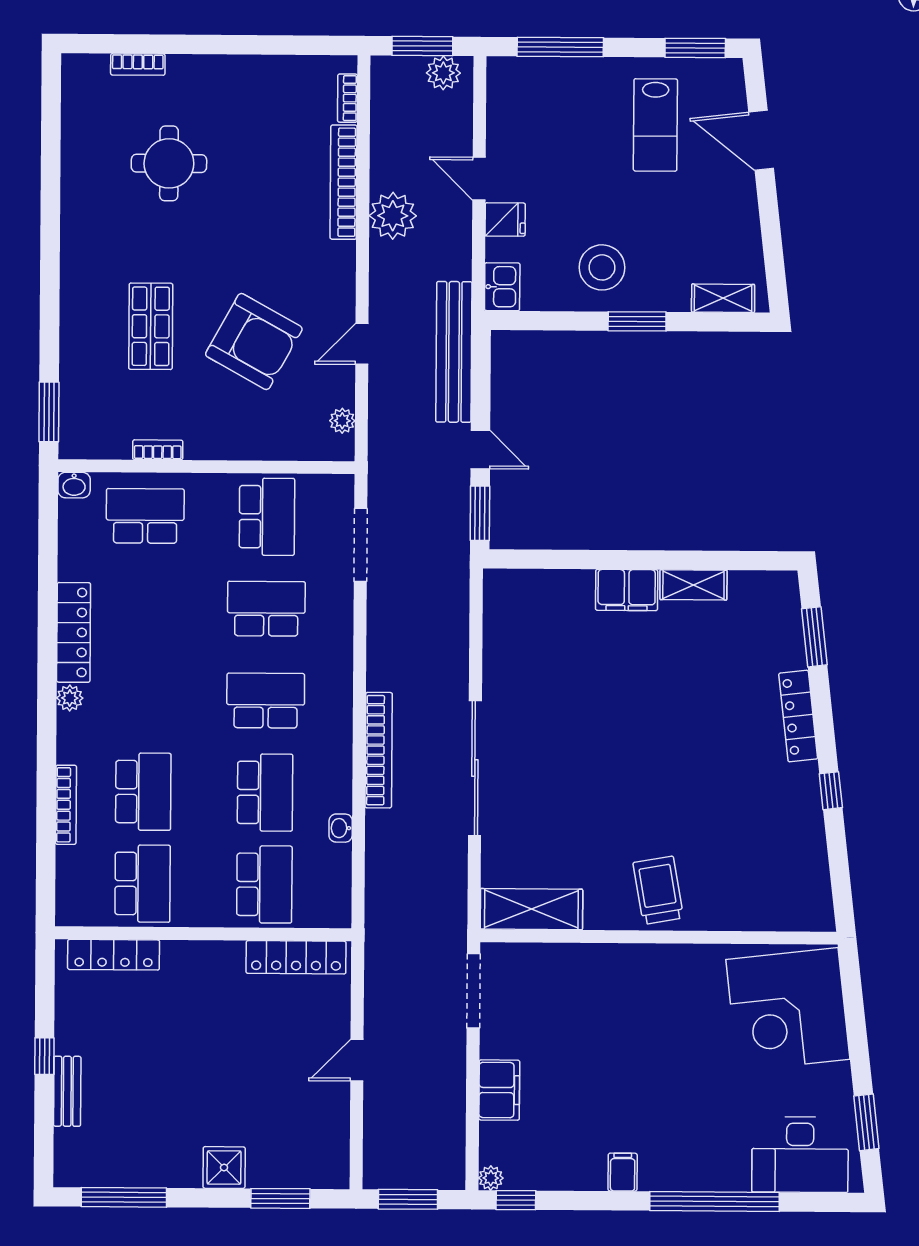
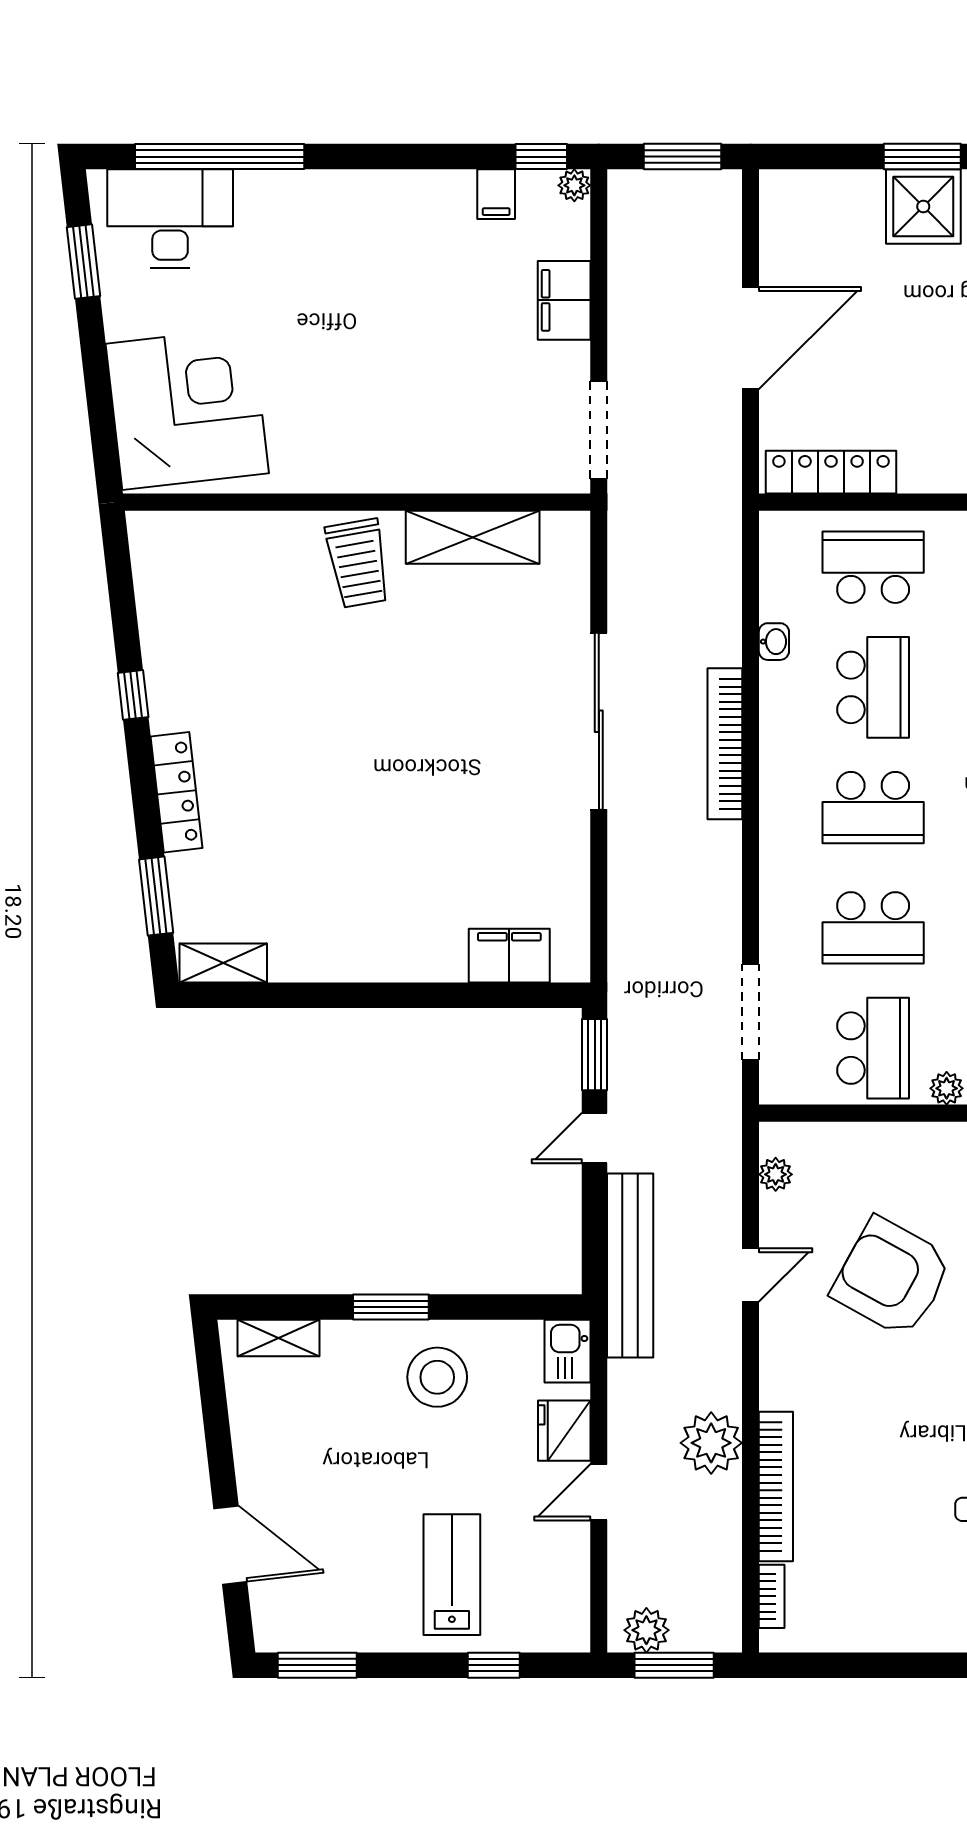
window: (560, 47) -> (494, 1665), width x0.46
lab bench: (655, 125) -> (452, 1575), moved
door: (479, 179) -> (599, 1492), swing flipped
fridge: (505, 219) -> (564, 1431), width x1.38
door: (480, 449) -> (595, 1138), hinge flipped
plant: (211, 486) -> (947, 1088), added
school desk: (267, 517) -> (873, 1048), turned 180
shelving: (693, 585) -> (223, 963), moved
filing cabinet: (627, 590) -> (509, 956), moved
school desk: (265, 792) -> (873, 687), turned 180
school desk: (264, 884) -> (873, 567), turned 90
shelving: (531, 909) -> (473, 537), moved
door: (357, 1060) -> (750, 338), width x1.87
shower: (224, 1168) -> (923, 206), width x1.36, depth x1.36
filing cabinet: (623, 1172) -> (496, 194), moved
window: (280, 1198) -> (922, 157), moved
window: (715, 1201) -> (220, 157), moved

